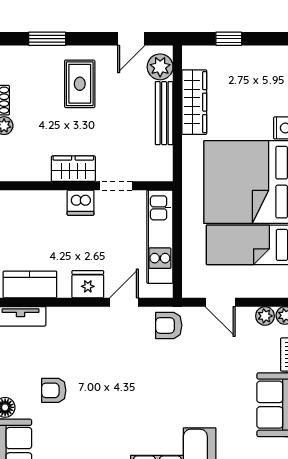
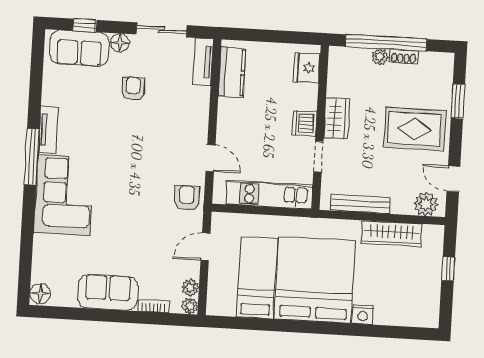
rug: (80, 84) -> (415, 129), width x1.36, depth x1.43
bench: (164, 113) -> (360, 204), moved
fridge: (88, 284) -> (307, 68), moved, turned 180

